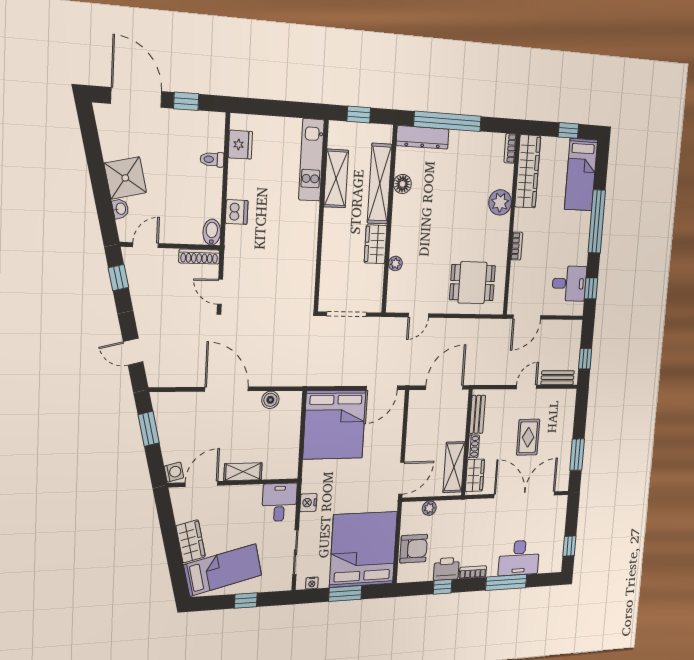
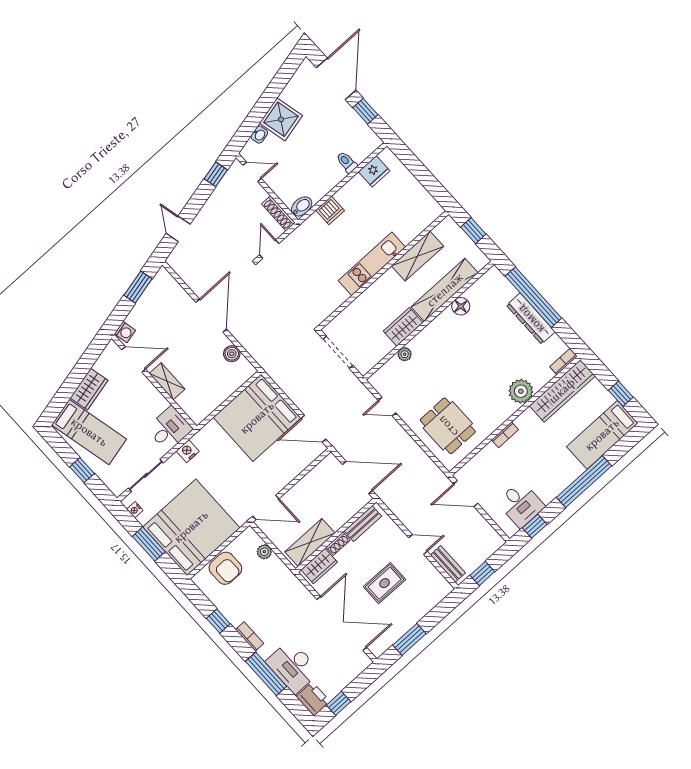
dresser: (423, 137) -> (531, 319), moved
kitchen unit: (311, 160) -> (372, 264), moved
printer: (446, 569) -> (313, 699), moved

